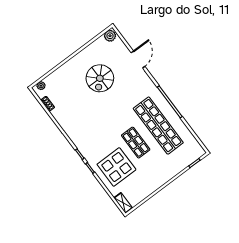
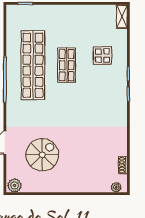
spiral stairs: (100, 78) -> (42, 155), moved
display table: (116, 167) -> (102, 56), width x0.54, depth x0.54

